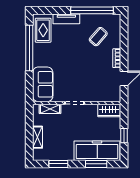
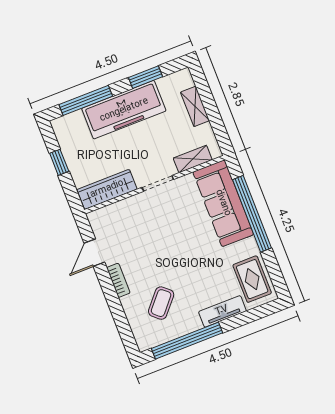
window: (29, 48) -> (252, 214), moved
sofa: (43, 84) -> (223, 203), width x1.36
wardrobe: (109, 110) -> (107, 189), width x1.50
freezer: (97, 151) -> (124, 110), moved
window: (96, 164) -> (86, 100), width x1.44

